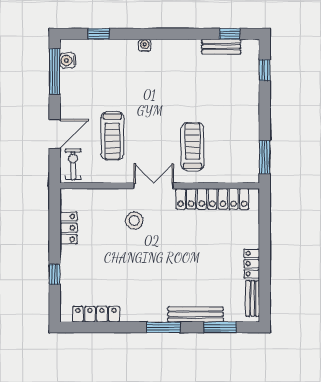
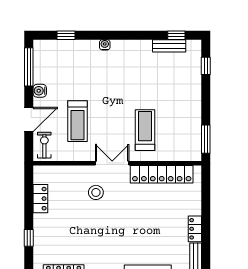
water cooler: (68, 60) -> (40, 91), moved

